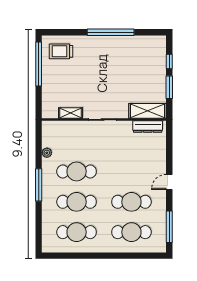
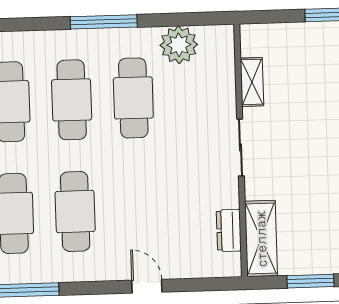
dresser: (148, 127) -> (229, 230), width x0.70
plant: (47, 153) -> (179, 45), width x1.87, depth x1.87
door: (169, 182) -> (147, 286), moved

